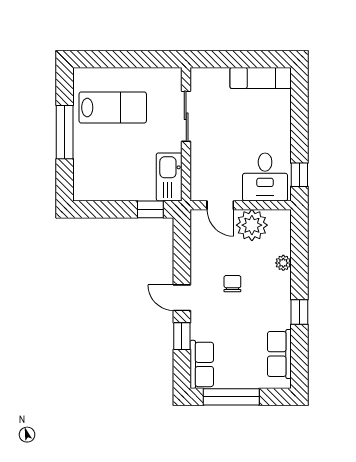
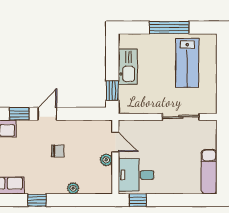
kitchen sink: (169, 177) -> (128, 67), moved, turned 90
door: (220, 205) -> (115, 142), swing flipped
plant: (252, 225) -> (106, 160), width x0.53, depth x0.53

